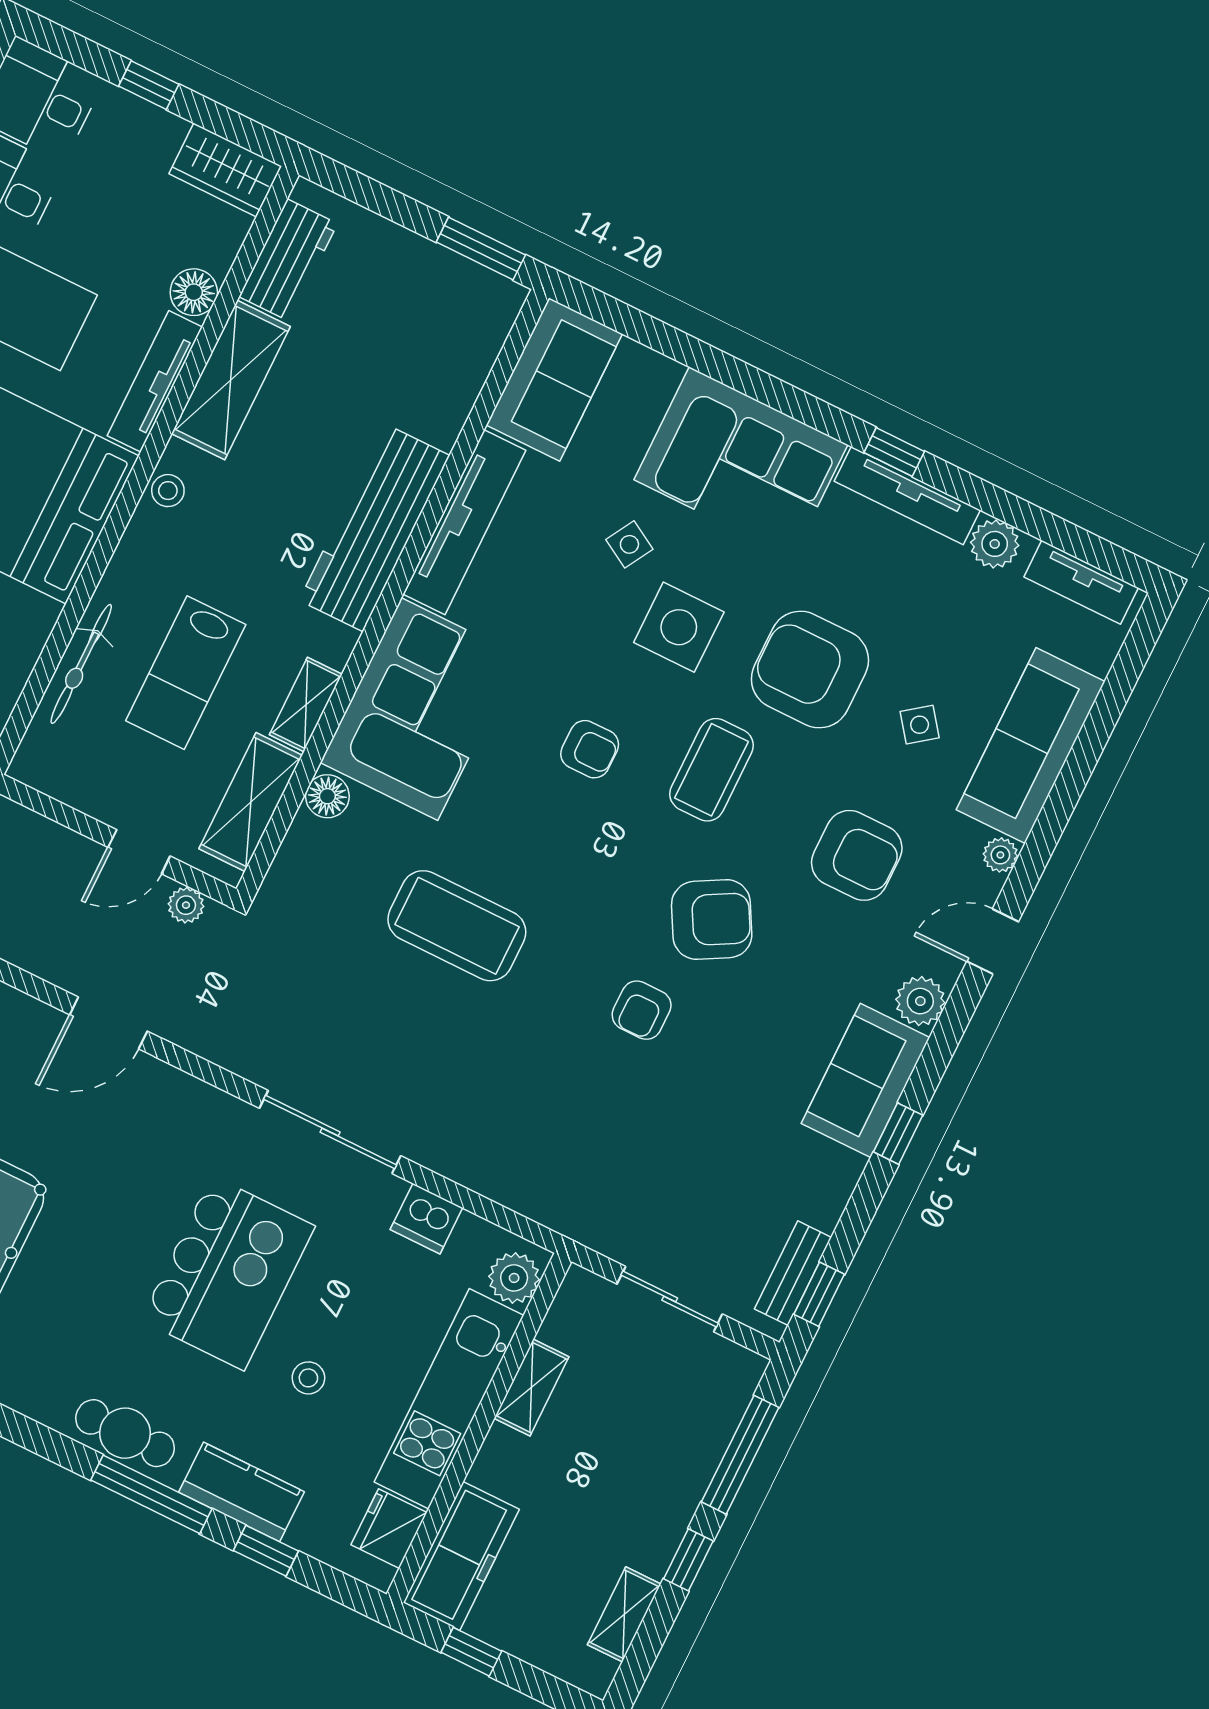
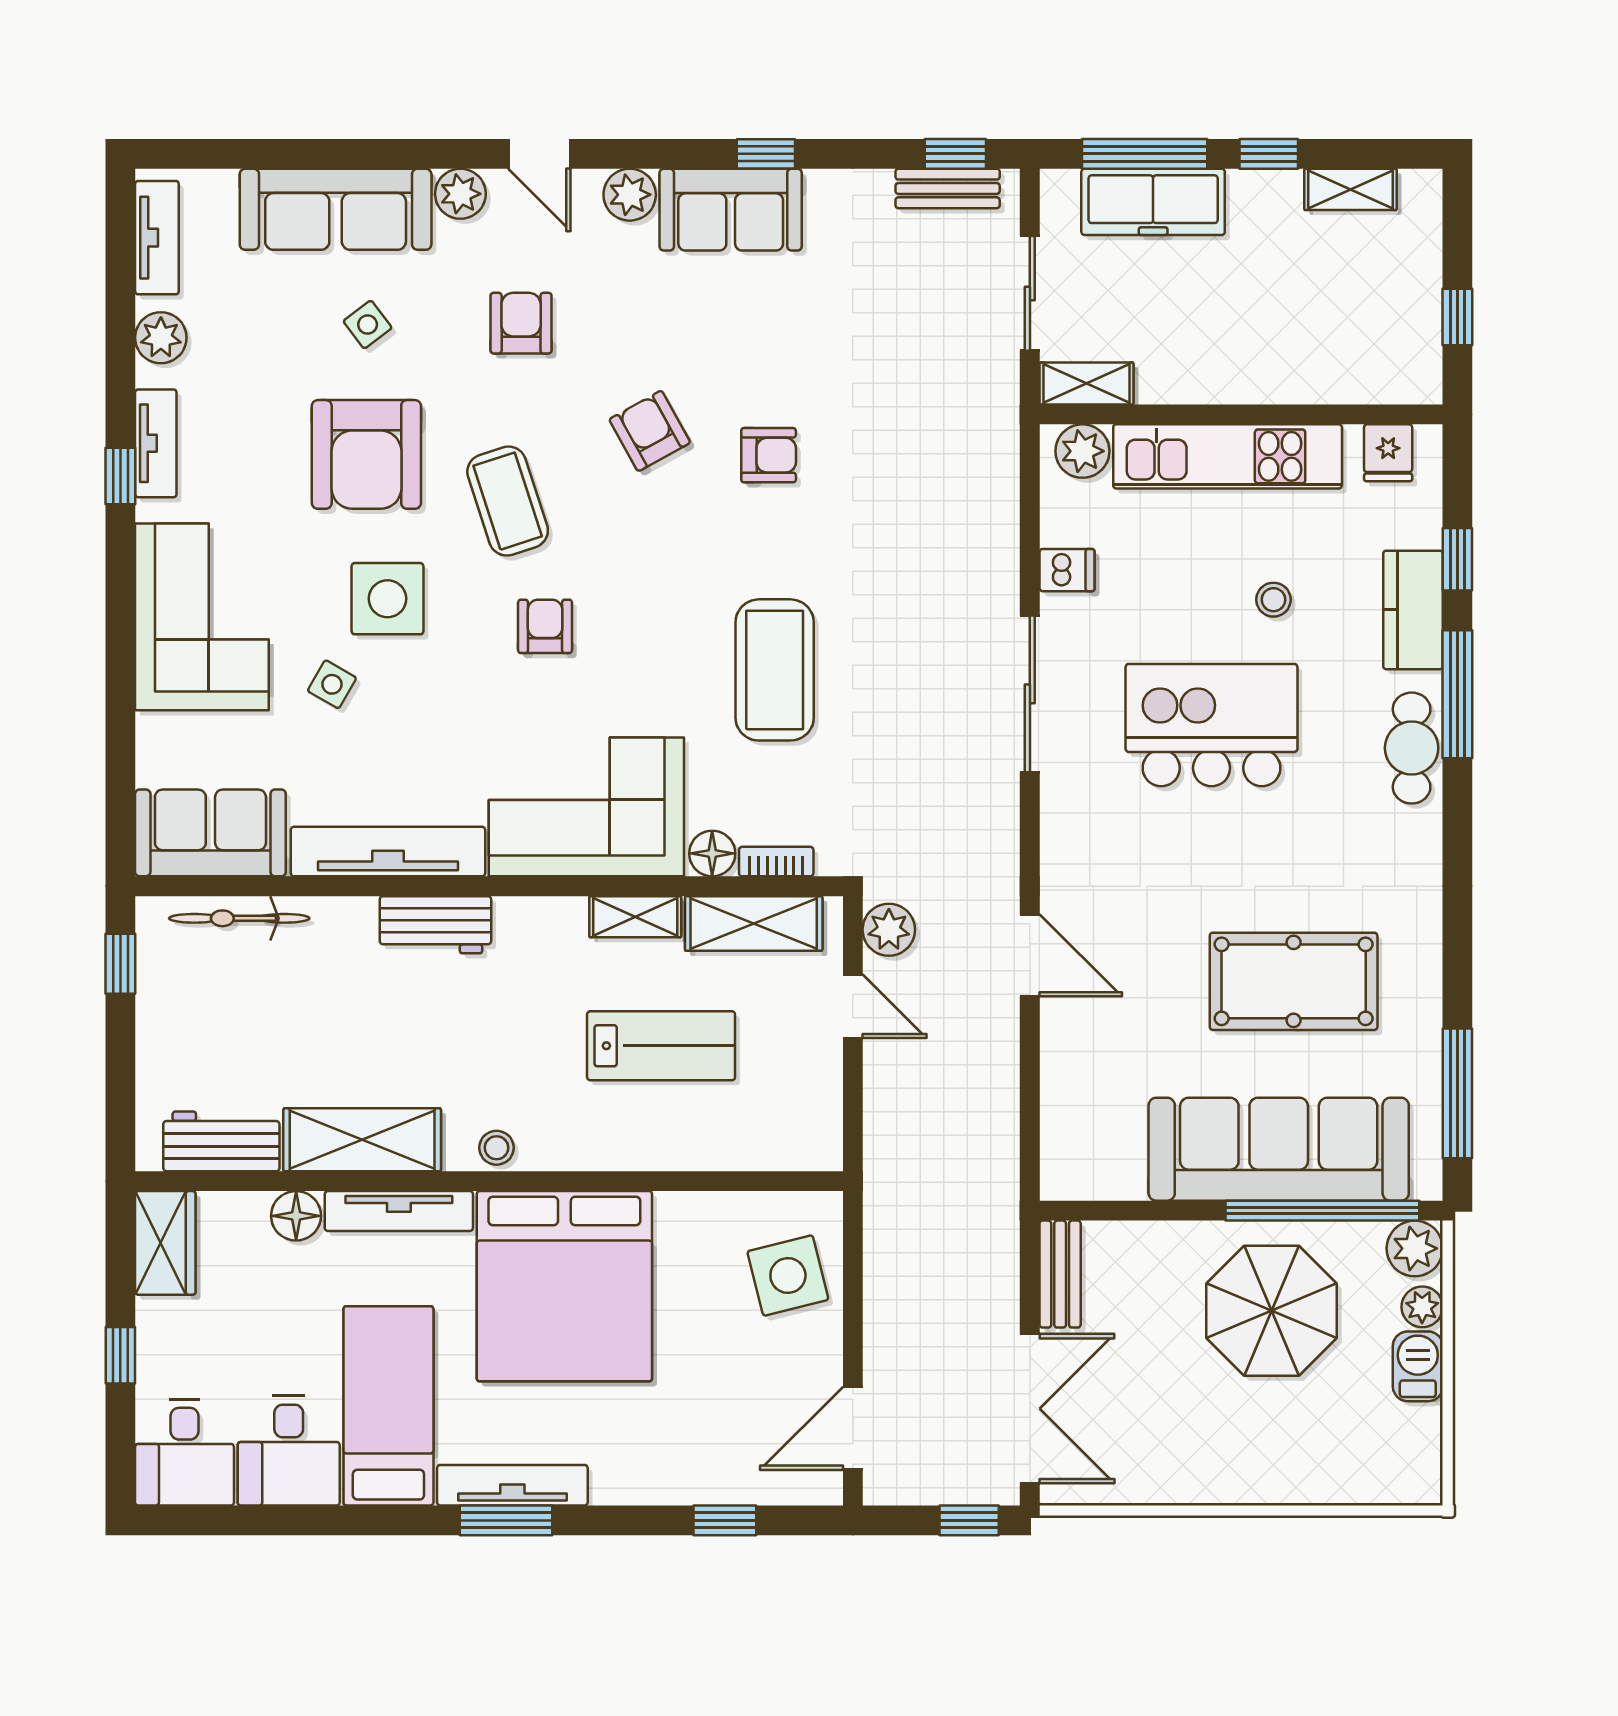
window: (481, 249) -> (120, 964), width x0.67
tv unit: (907, 496) -> (156, 443), width x0.71
workbench: (375, 528) -> (435, 925), width x0.53, depth x0.76
bicycle: (81, 664) -> (239, 918), moved, turned 180
coffee table: (712, 770) -> (508, 501), turned 72
bookcase: (294, 847) -> (776, 862), added
armchair: (857, 855) -> (521, 323), width x0.72, depth x0.72
plant: (1000, 855) -> (460, 194), width x1.38, depth x1.38
plant: (186, 905) -> (889, 930), width x1.38, depth x1.38
armchair: (712, 920) -> (650, 431), width x0.72, depth x0.72
dishwasher: (426, 1219) -> (1067, 570), width x0.73
shelving: (531, 1387) -> (1087, 383), moved
fridge: (389, 1529) -> (1388, 453), width x0.72
freezer: (461, 1556) -> (1153, 202), moved, turned 180

